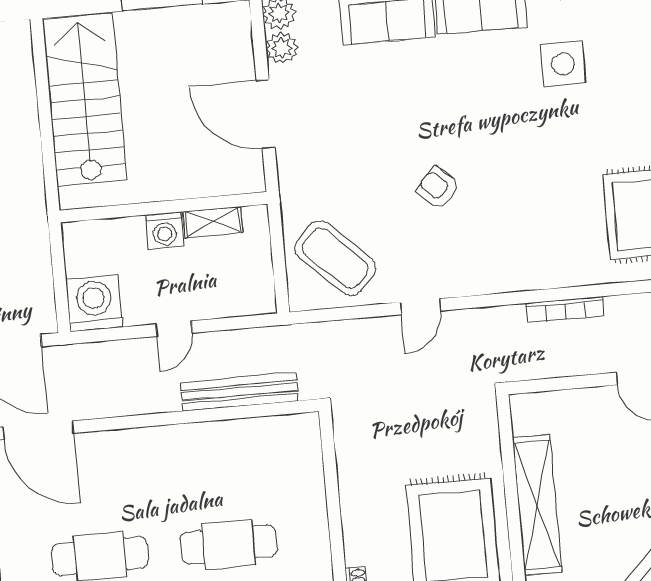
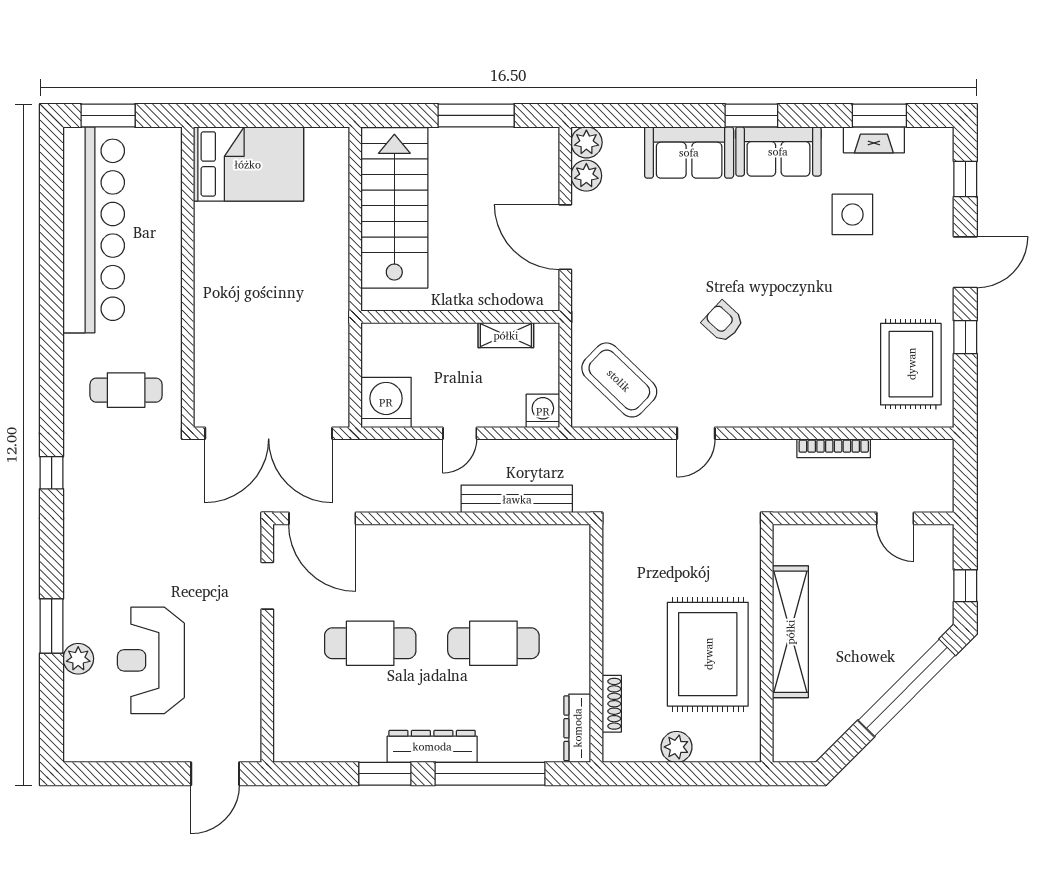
washing machine: (165, 231) -> (543, 411), moved, turned 180

